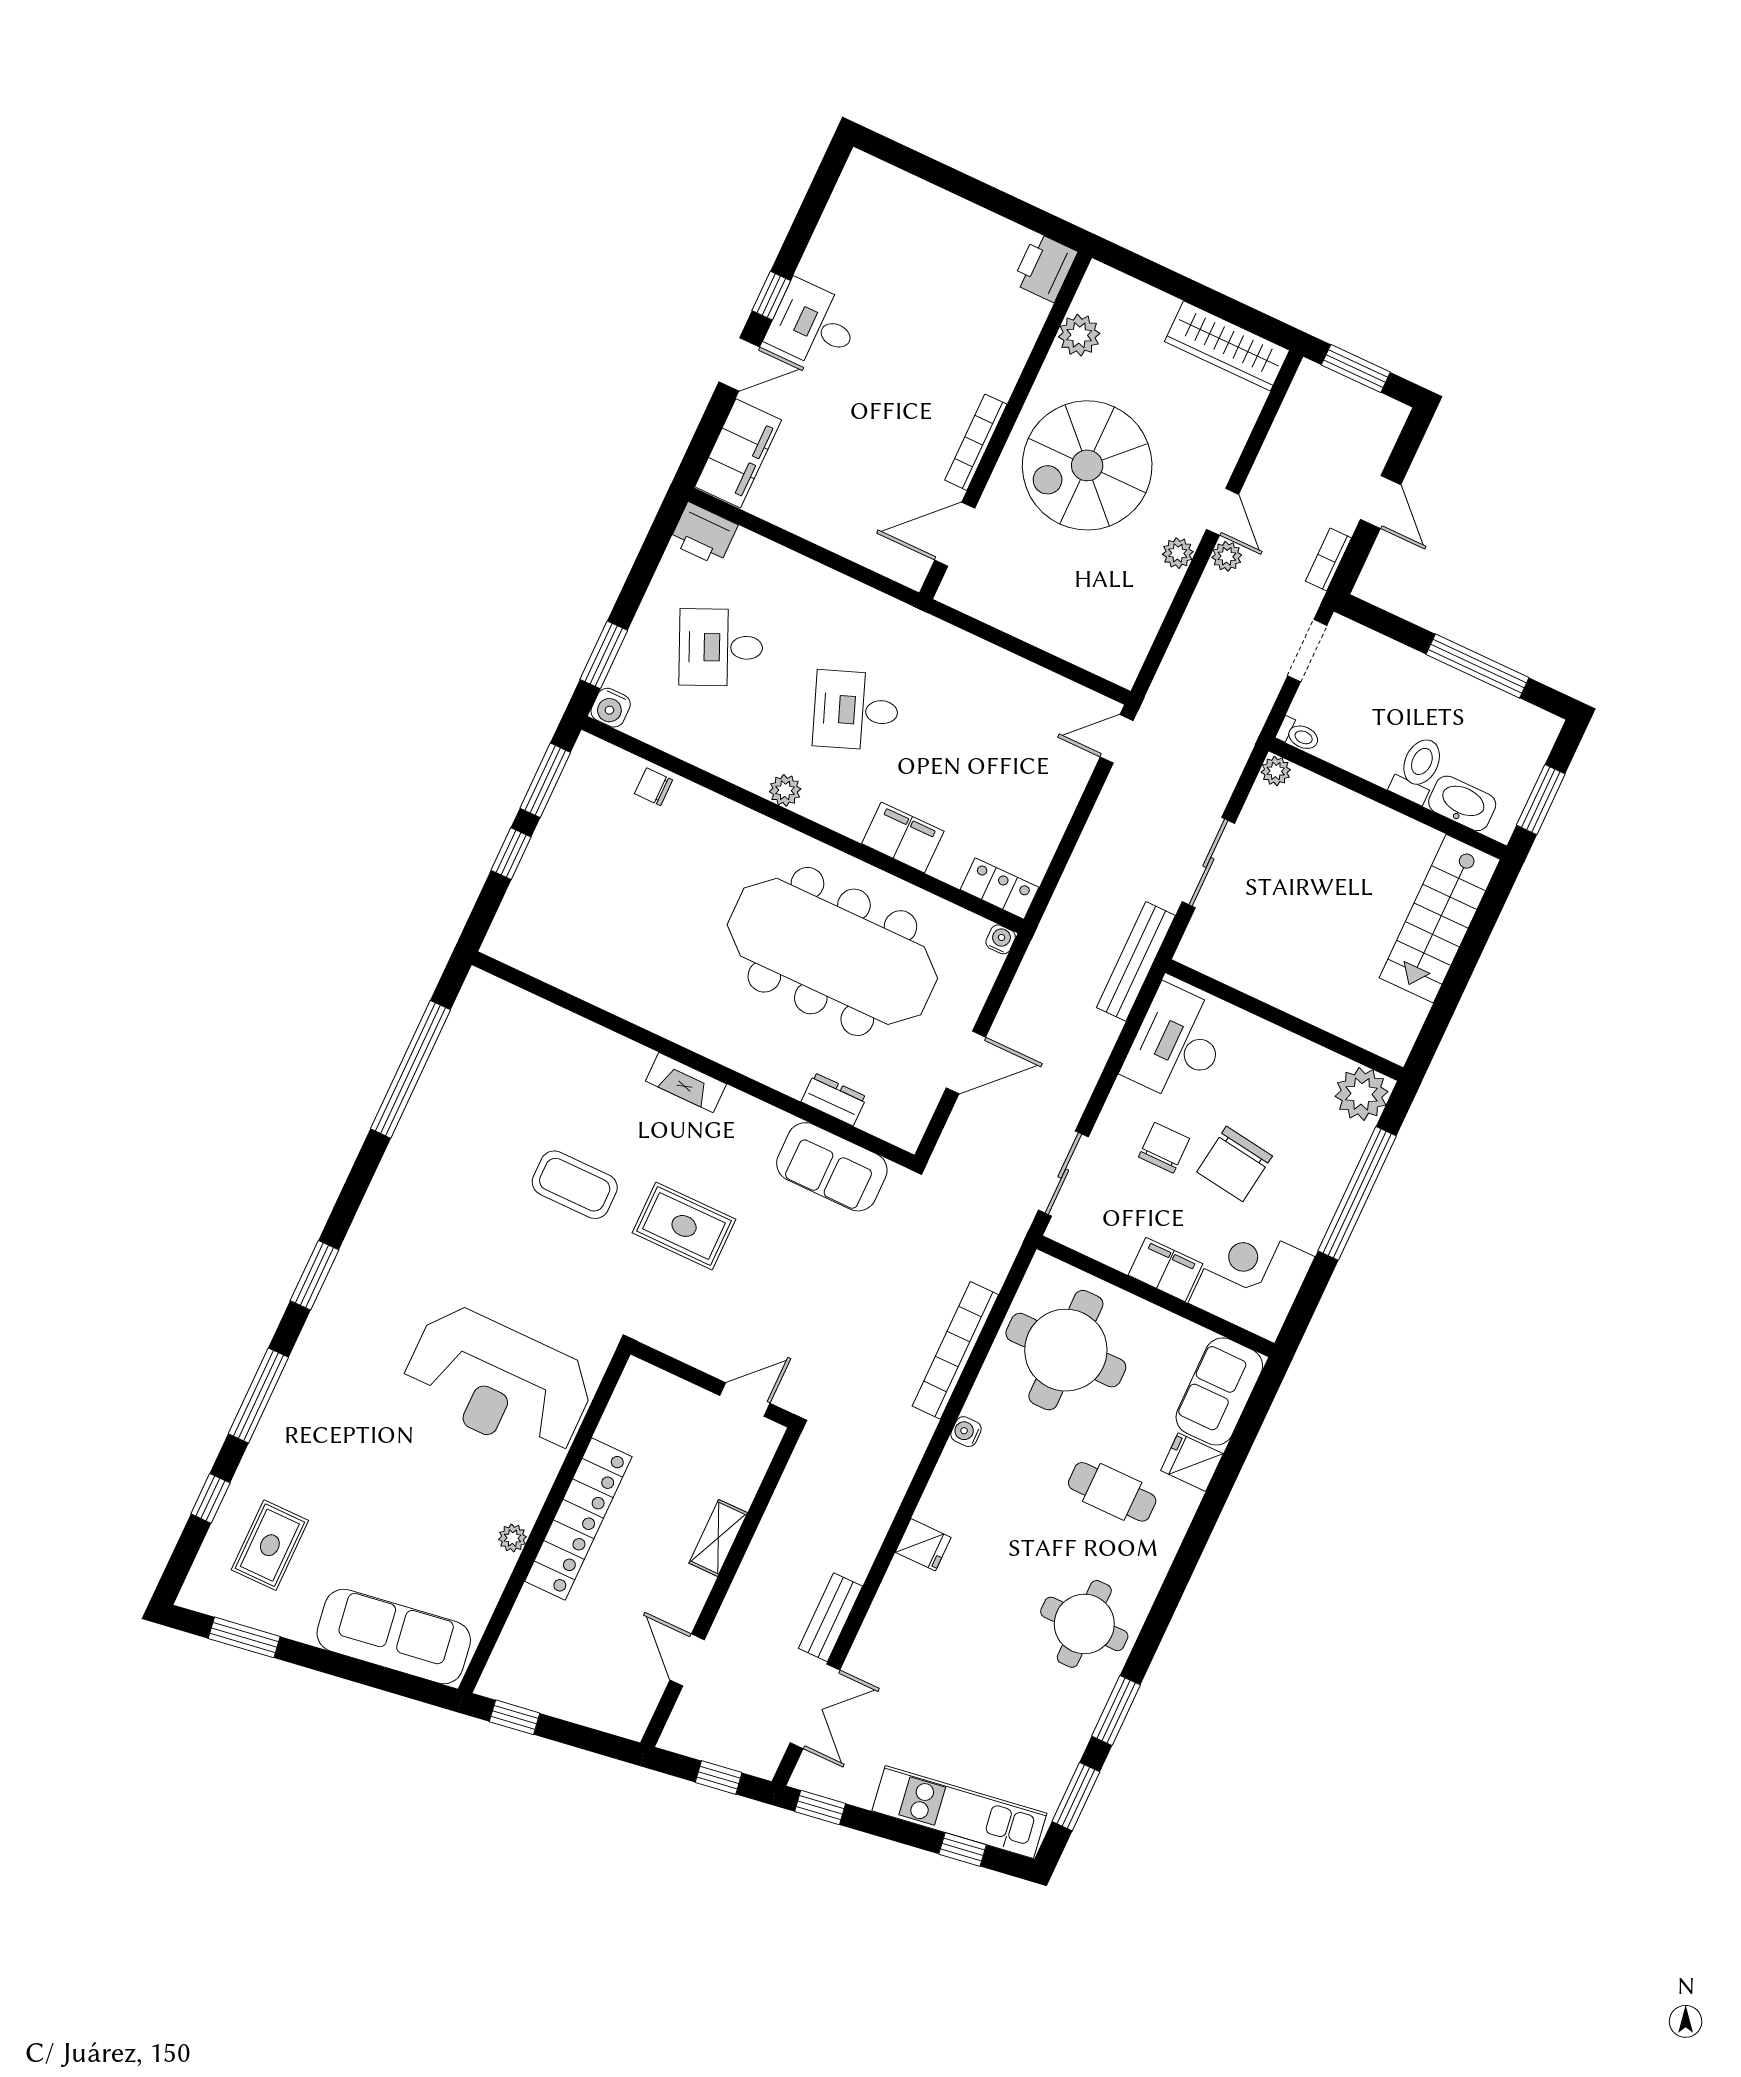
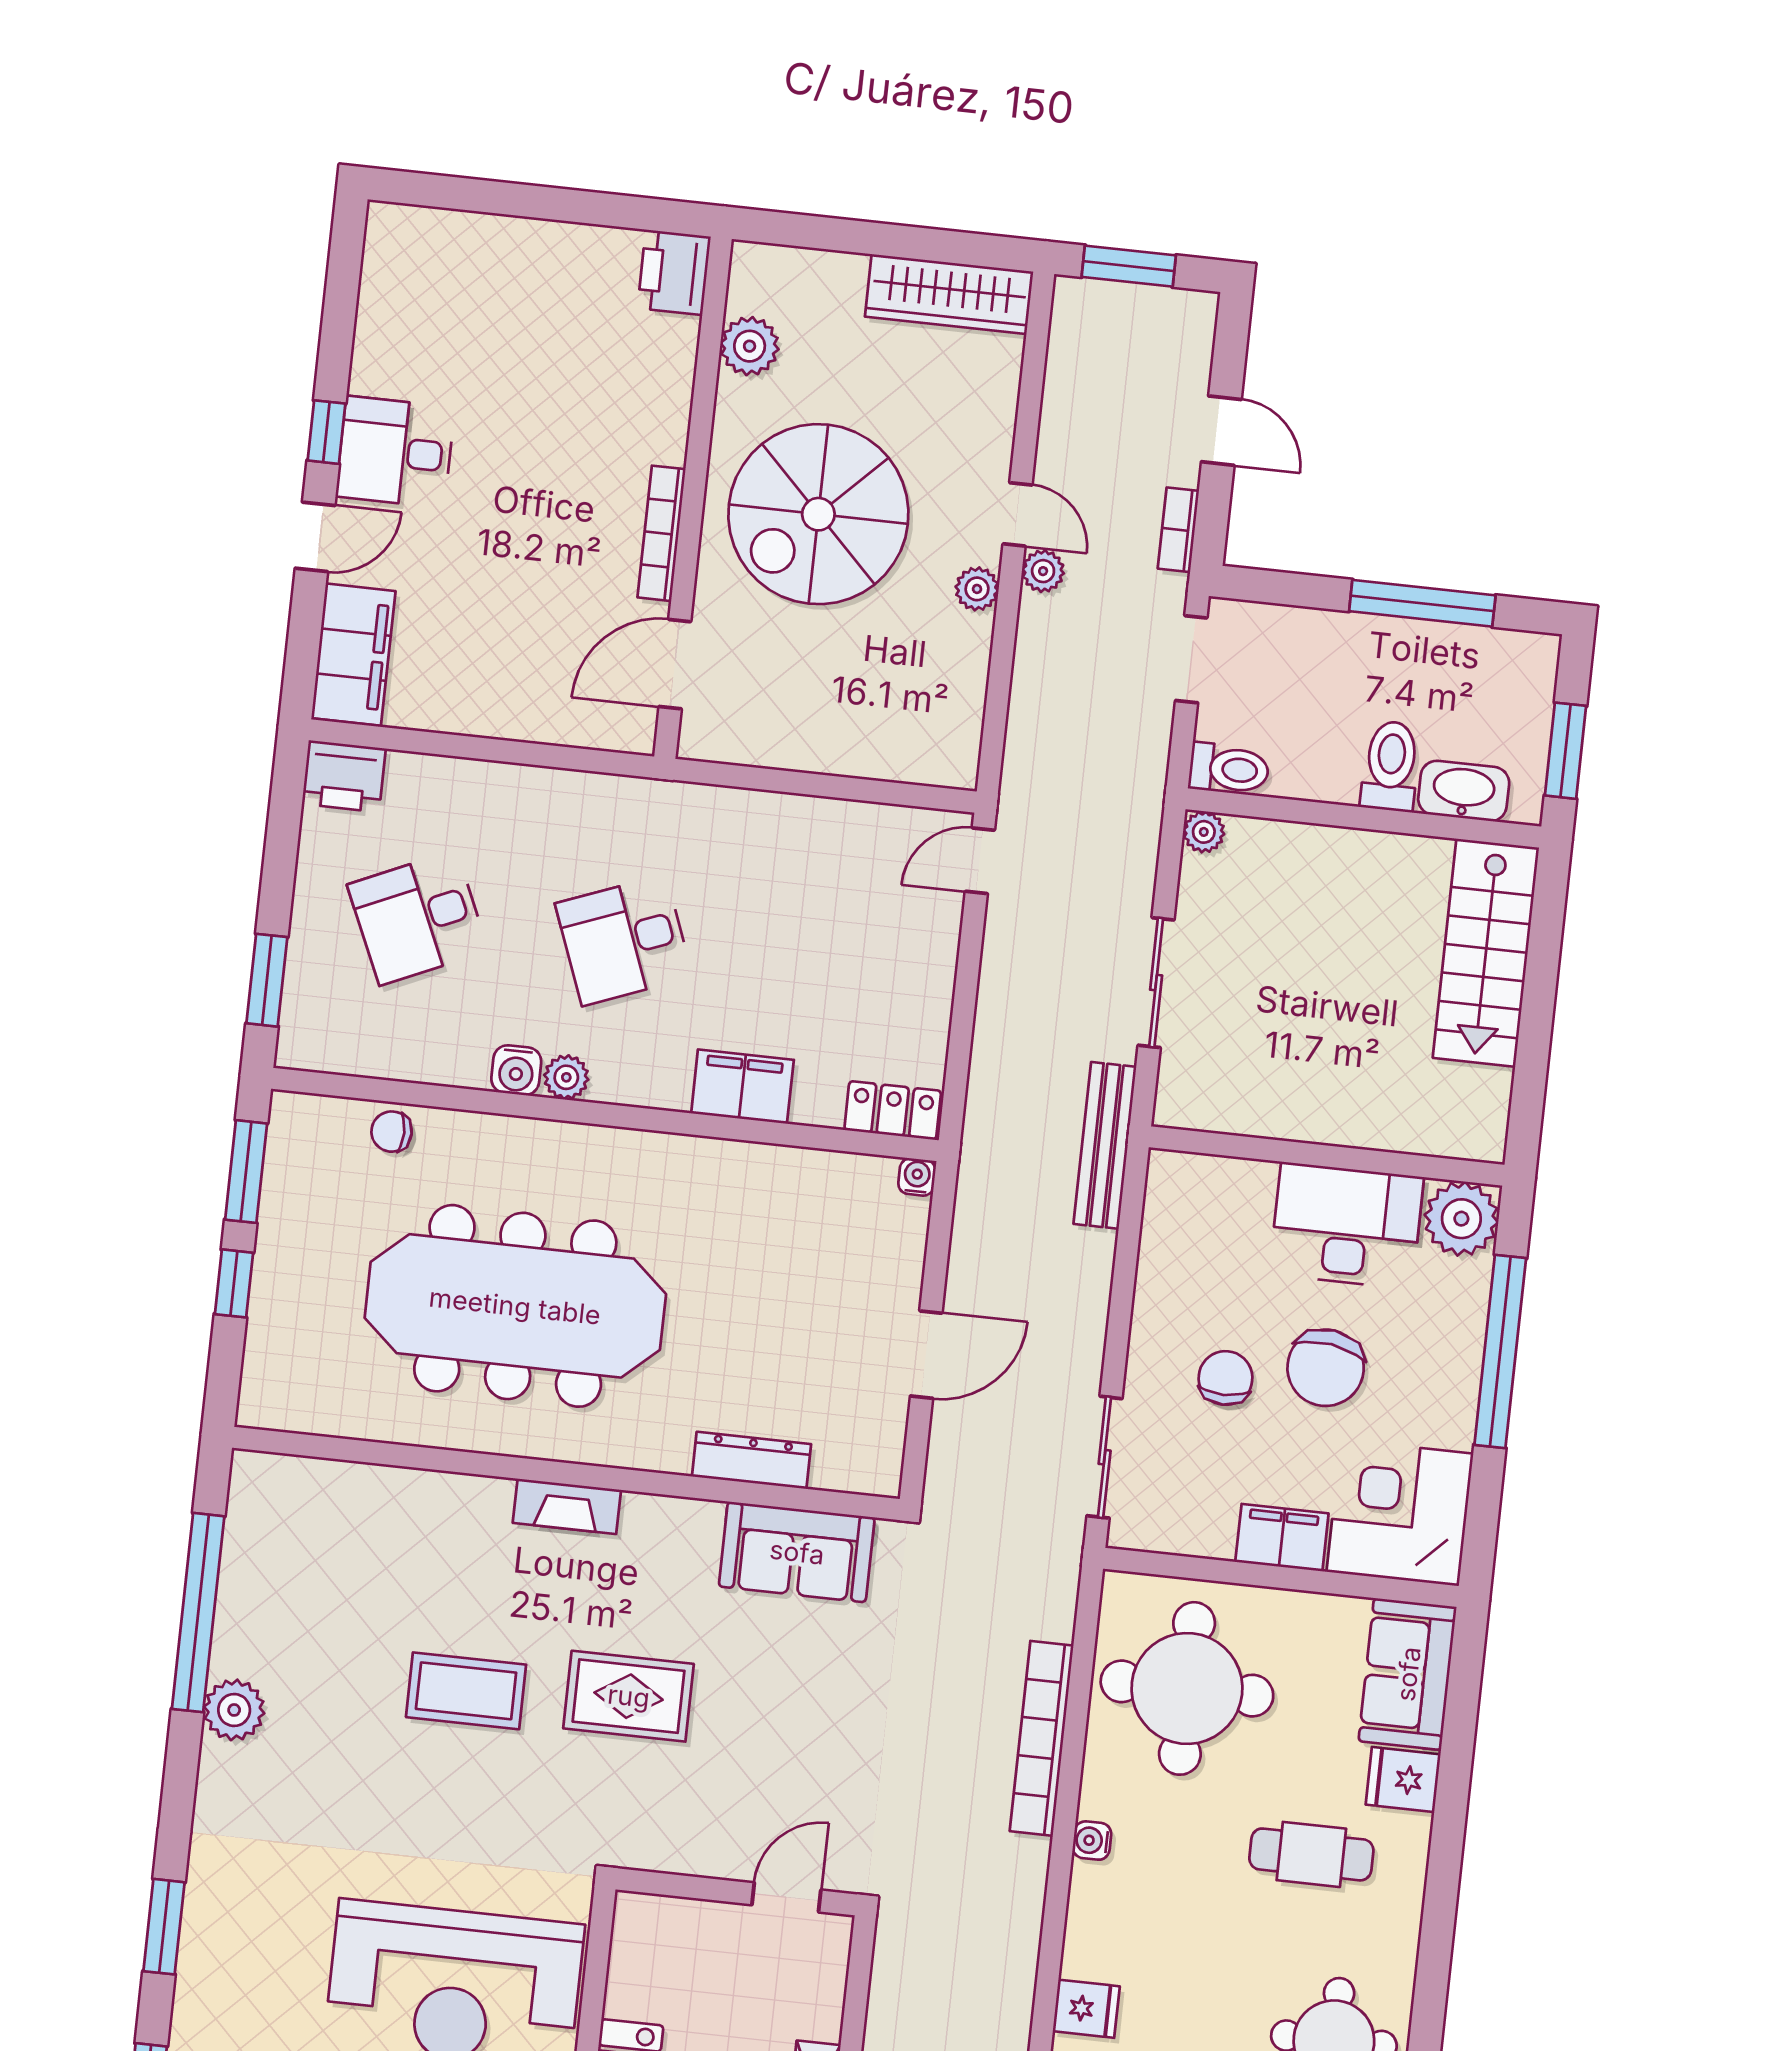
water cooler: (611, 708) -> (516, 1070), moved
toilet: (1298, 735) -> (1229, 769), width x1.37, depth x1.39
meeting table: (832, 951) -> (515, 1306), moved
desk: (1177, 1044) -> (1347, 1226), moved, turned 90
dresser: (834, 1099) -> (752, 1460), width x1.44
plant: (412, 1144) -> (234, 1710), added

